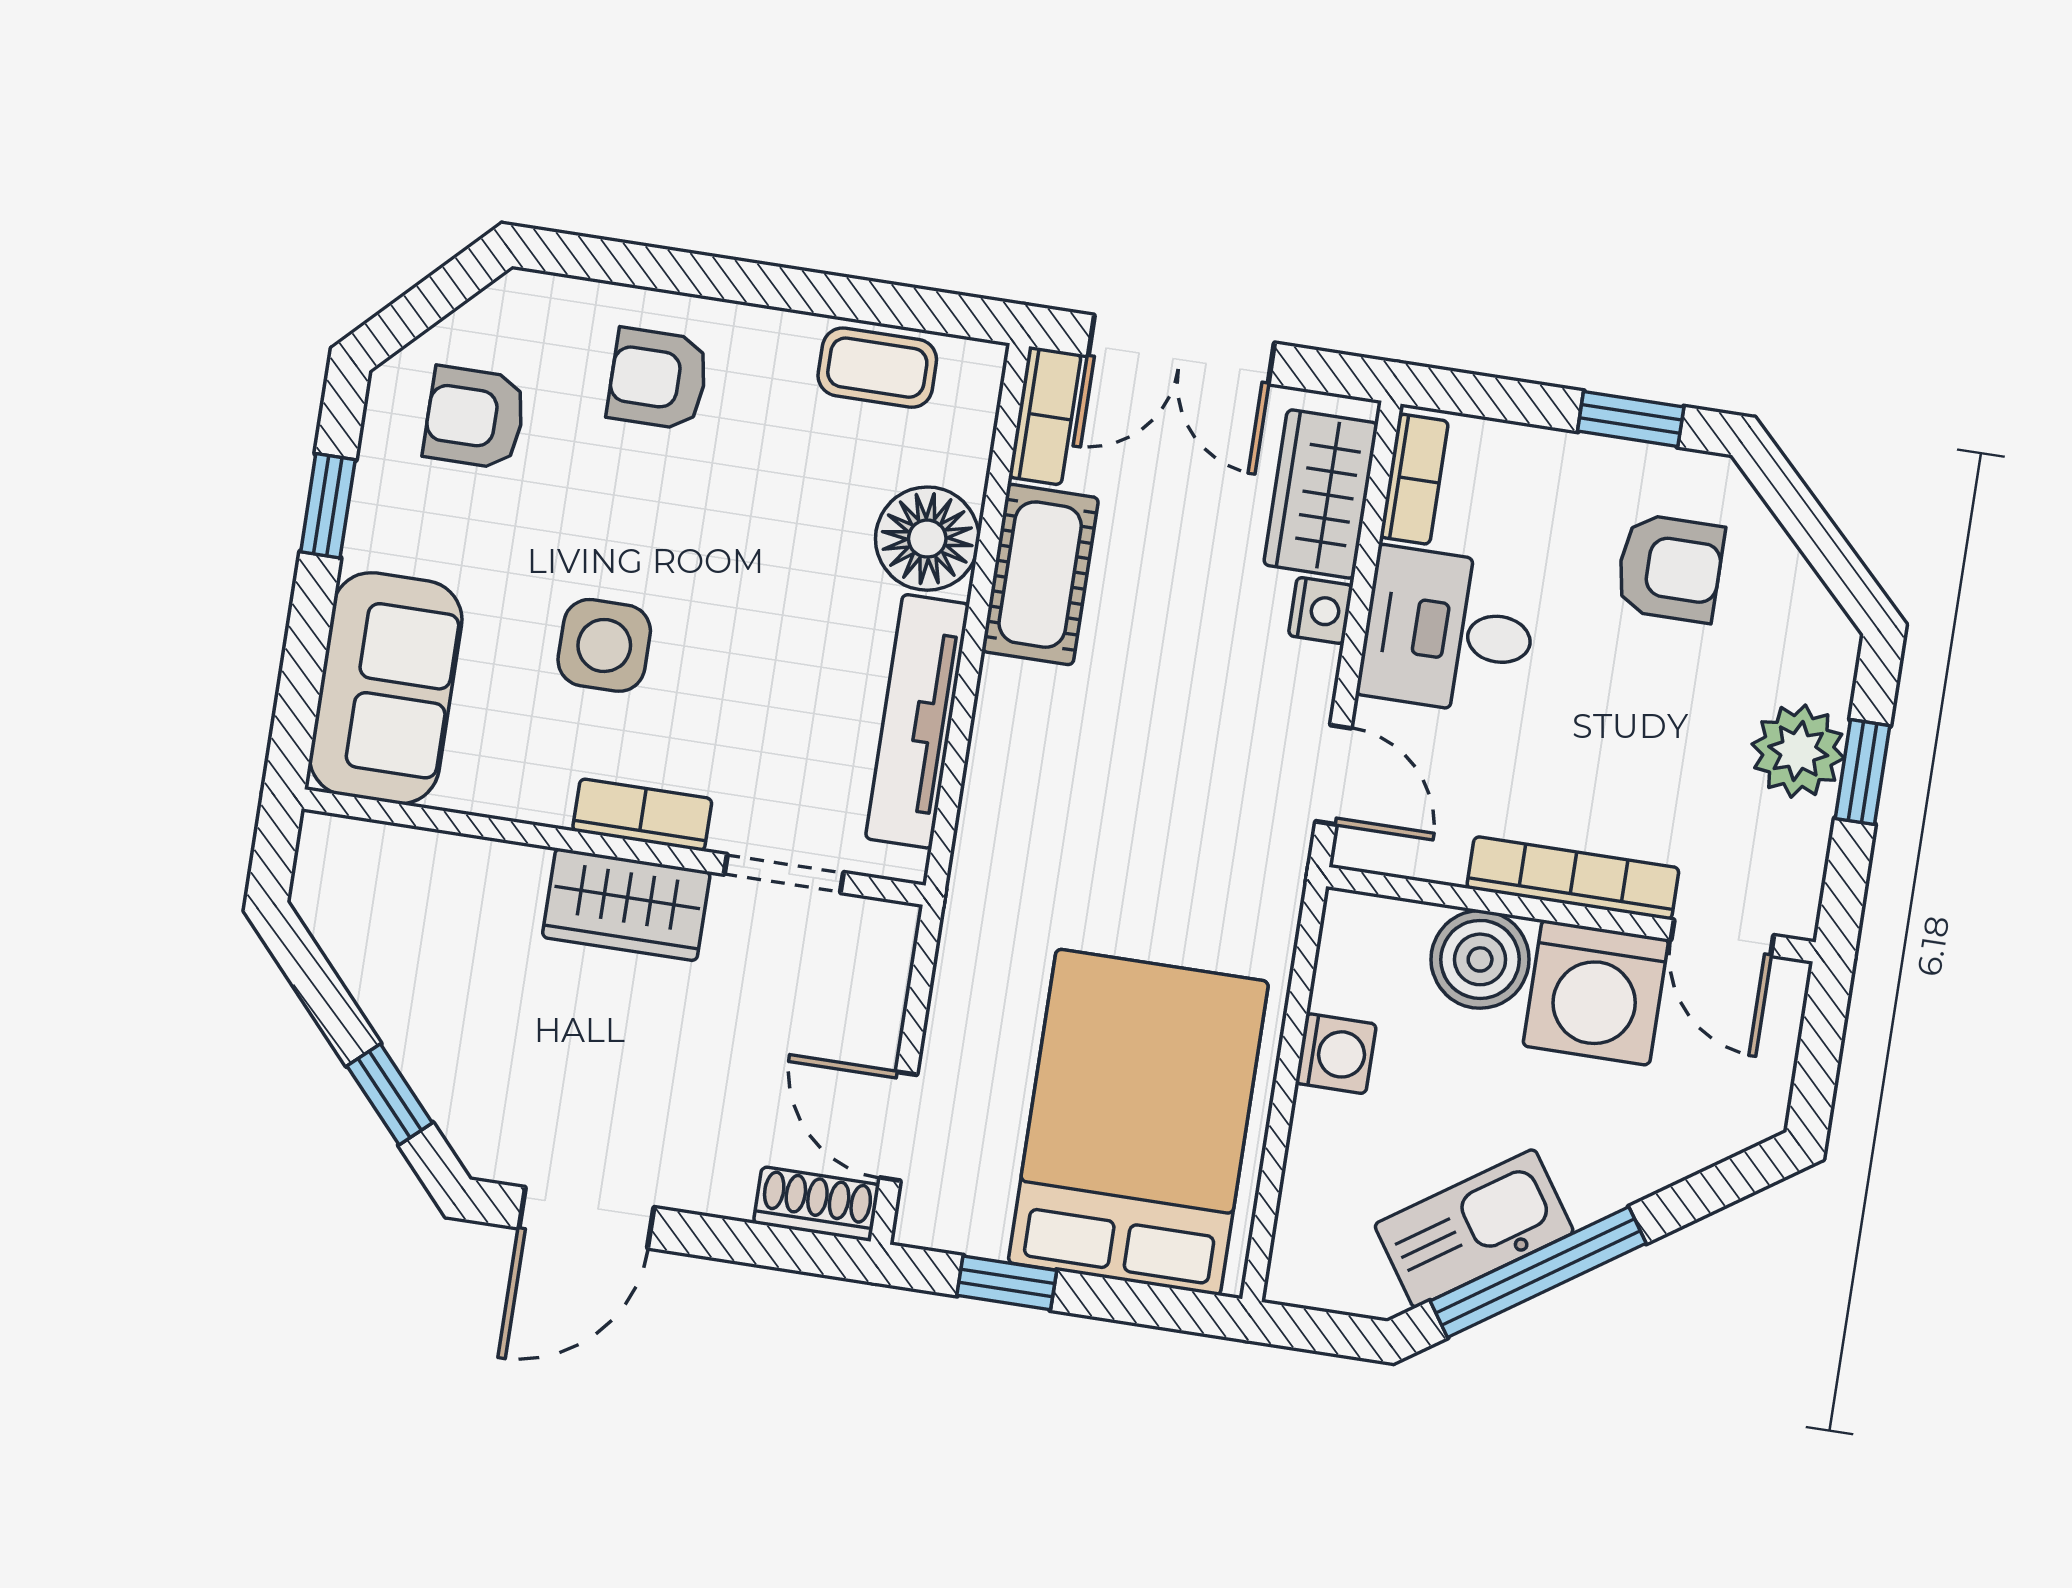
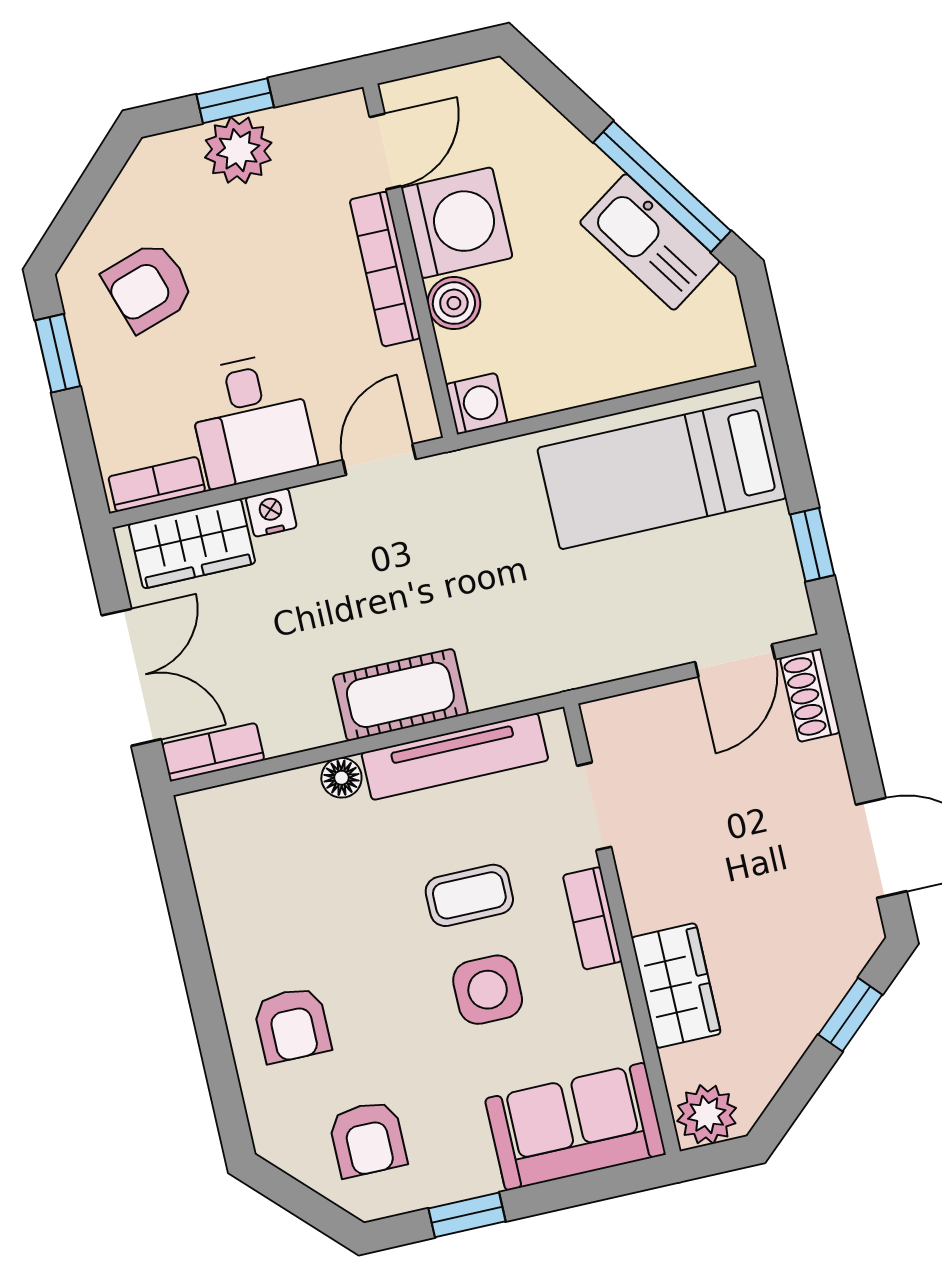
coffee table: (877, 368) -> (469, 895), moved, turned 90
floor lamp: (927, 539) -> (341, 778), width x0.53, depth x0.53
armchair: (1670, 568) -> (148, 287), turned -108
cot: (1040, 575) -> (400, 695), moved
plant: (335, 861) -> (707, 1114), added
wardrobe: (626, 905) -> (676, 986), moved
boiler: (1480, 959) -> (454, 303), width x0.73, depth x0.73
washing machine: (1336, 1054) -> (477, 404), moved, turned 90
bed: (1138, 1122) -> (662, 473), width x0.67

